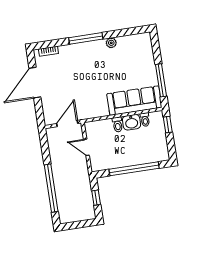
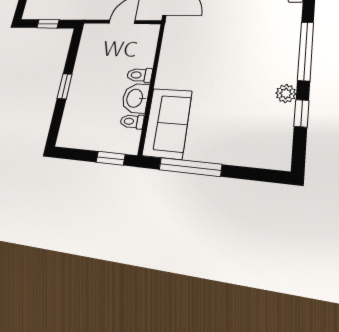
window: (120, 33) -> (301, 113), added
sofa: (134, 101) -> (167, 123), width x0.73
window: (134, 169) -> (65, 86), width x0.32

